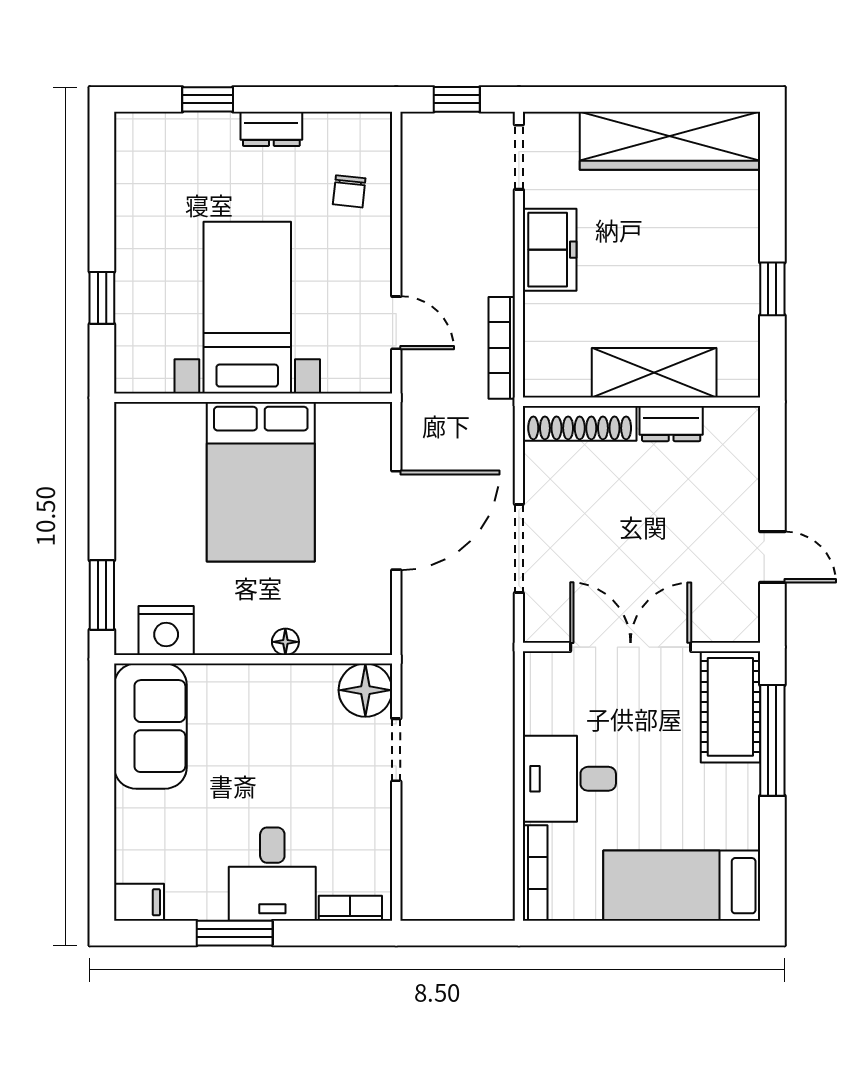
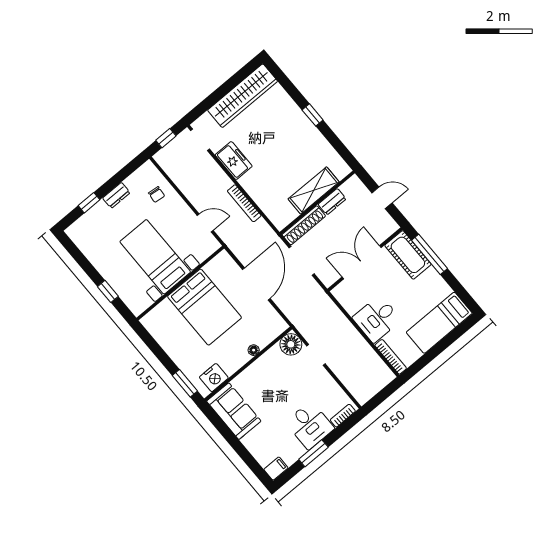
shelving: (654, 373) -> (314, 190), moved
wall: (642, 402) -> (317, 203), moved
shoe rack: (580, 423) -> (304, 225), moved
dresser: (671, 424) -> (332, 202), moved

